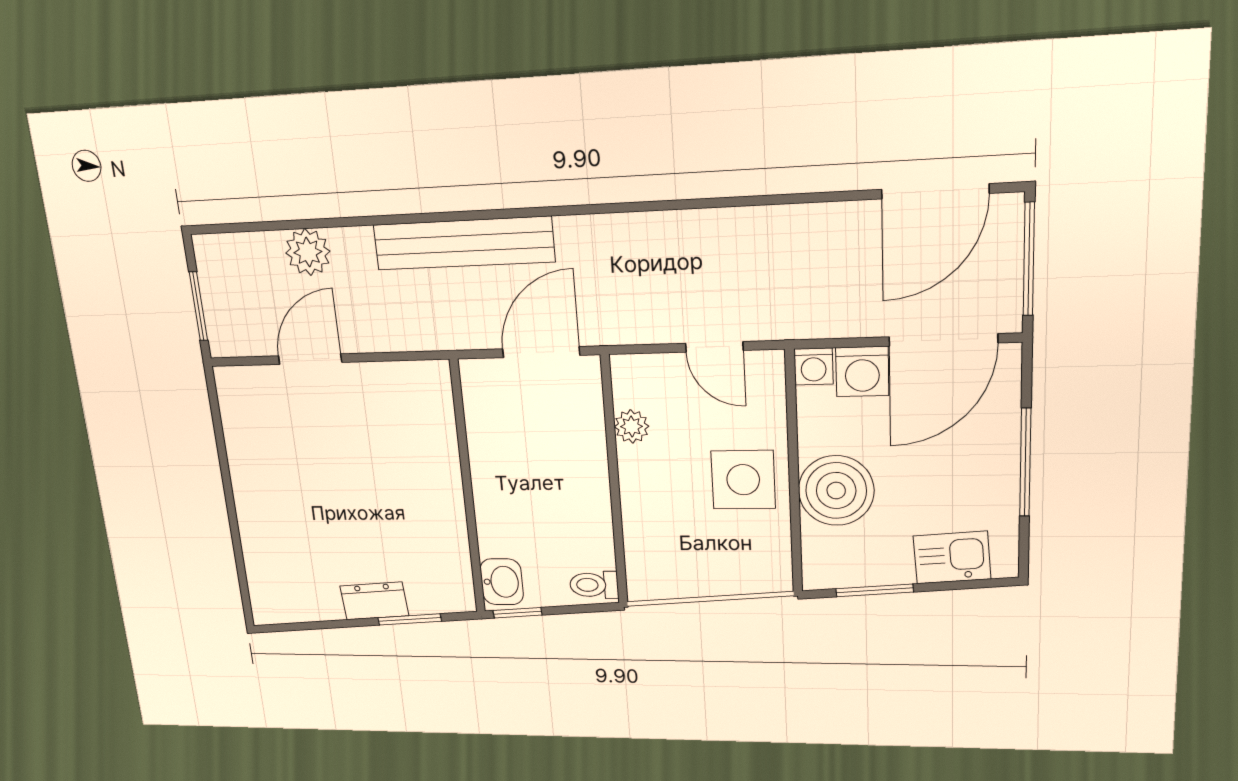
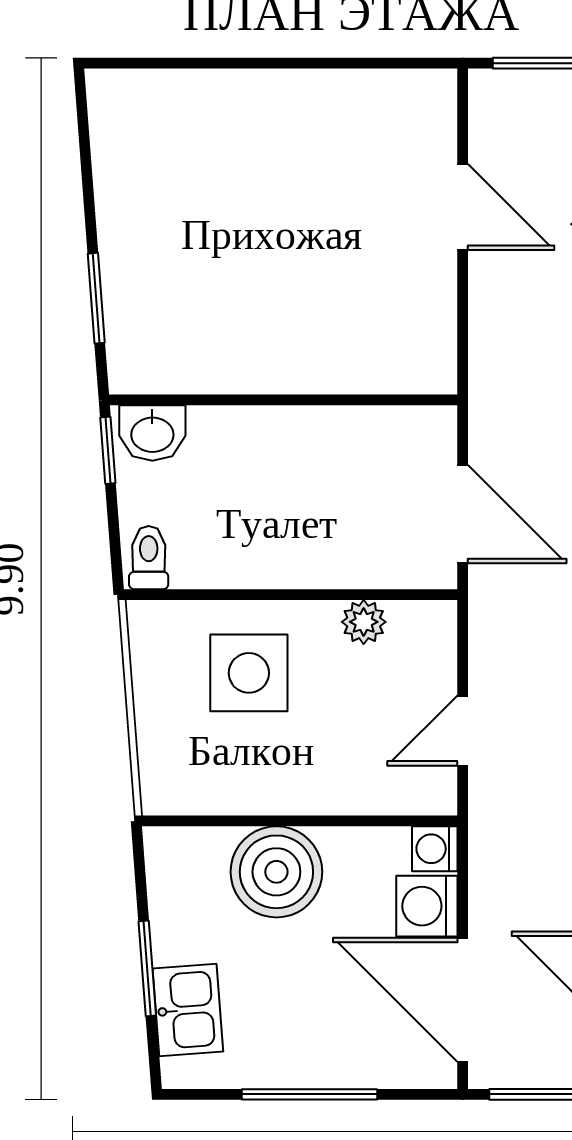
side table: (743, 480) -> (249, 673), moved
window: (875, 590) -> (147, 968), moved
dresser: (374, 601) -> (123, 251), removed

